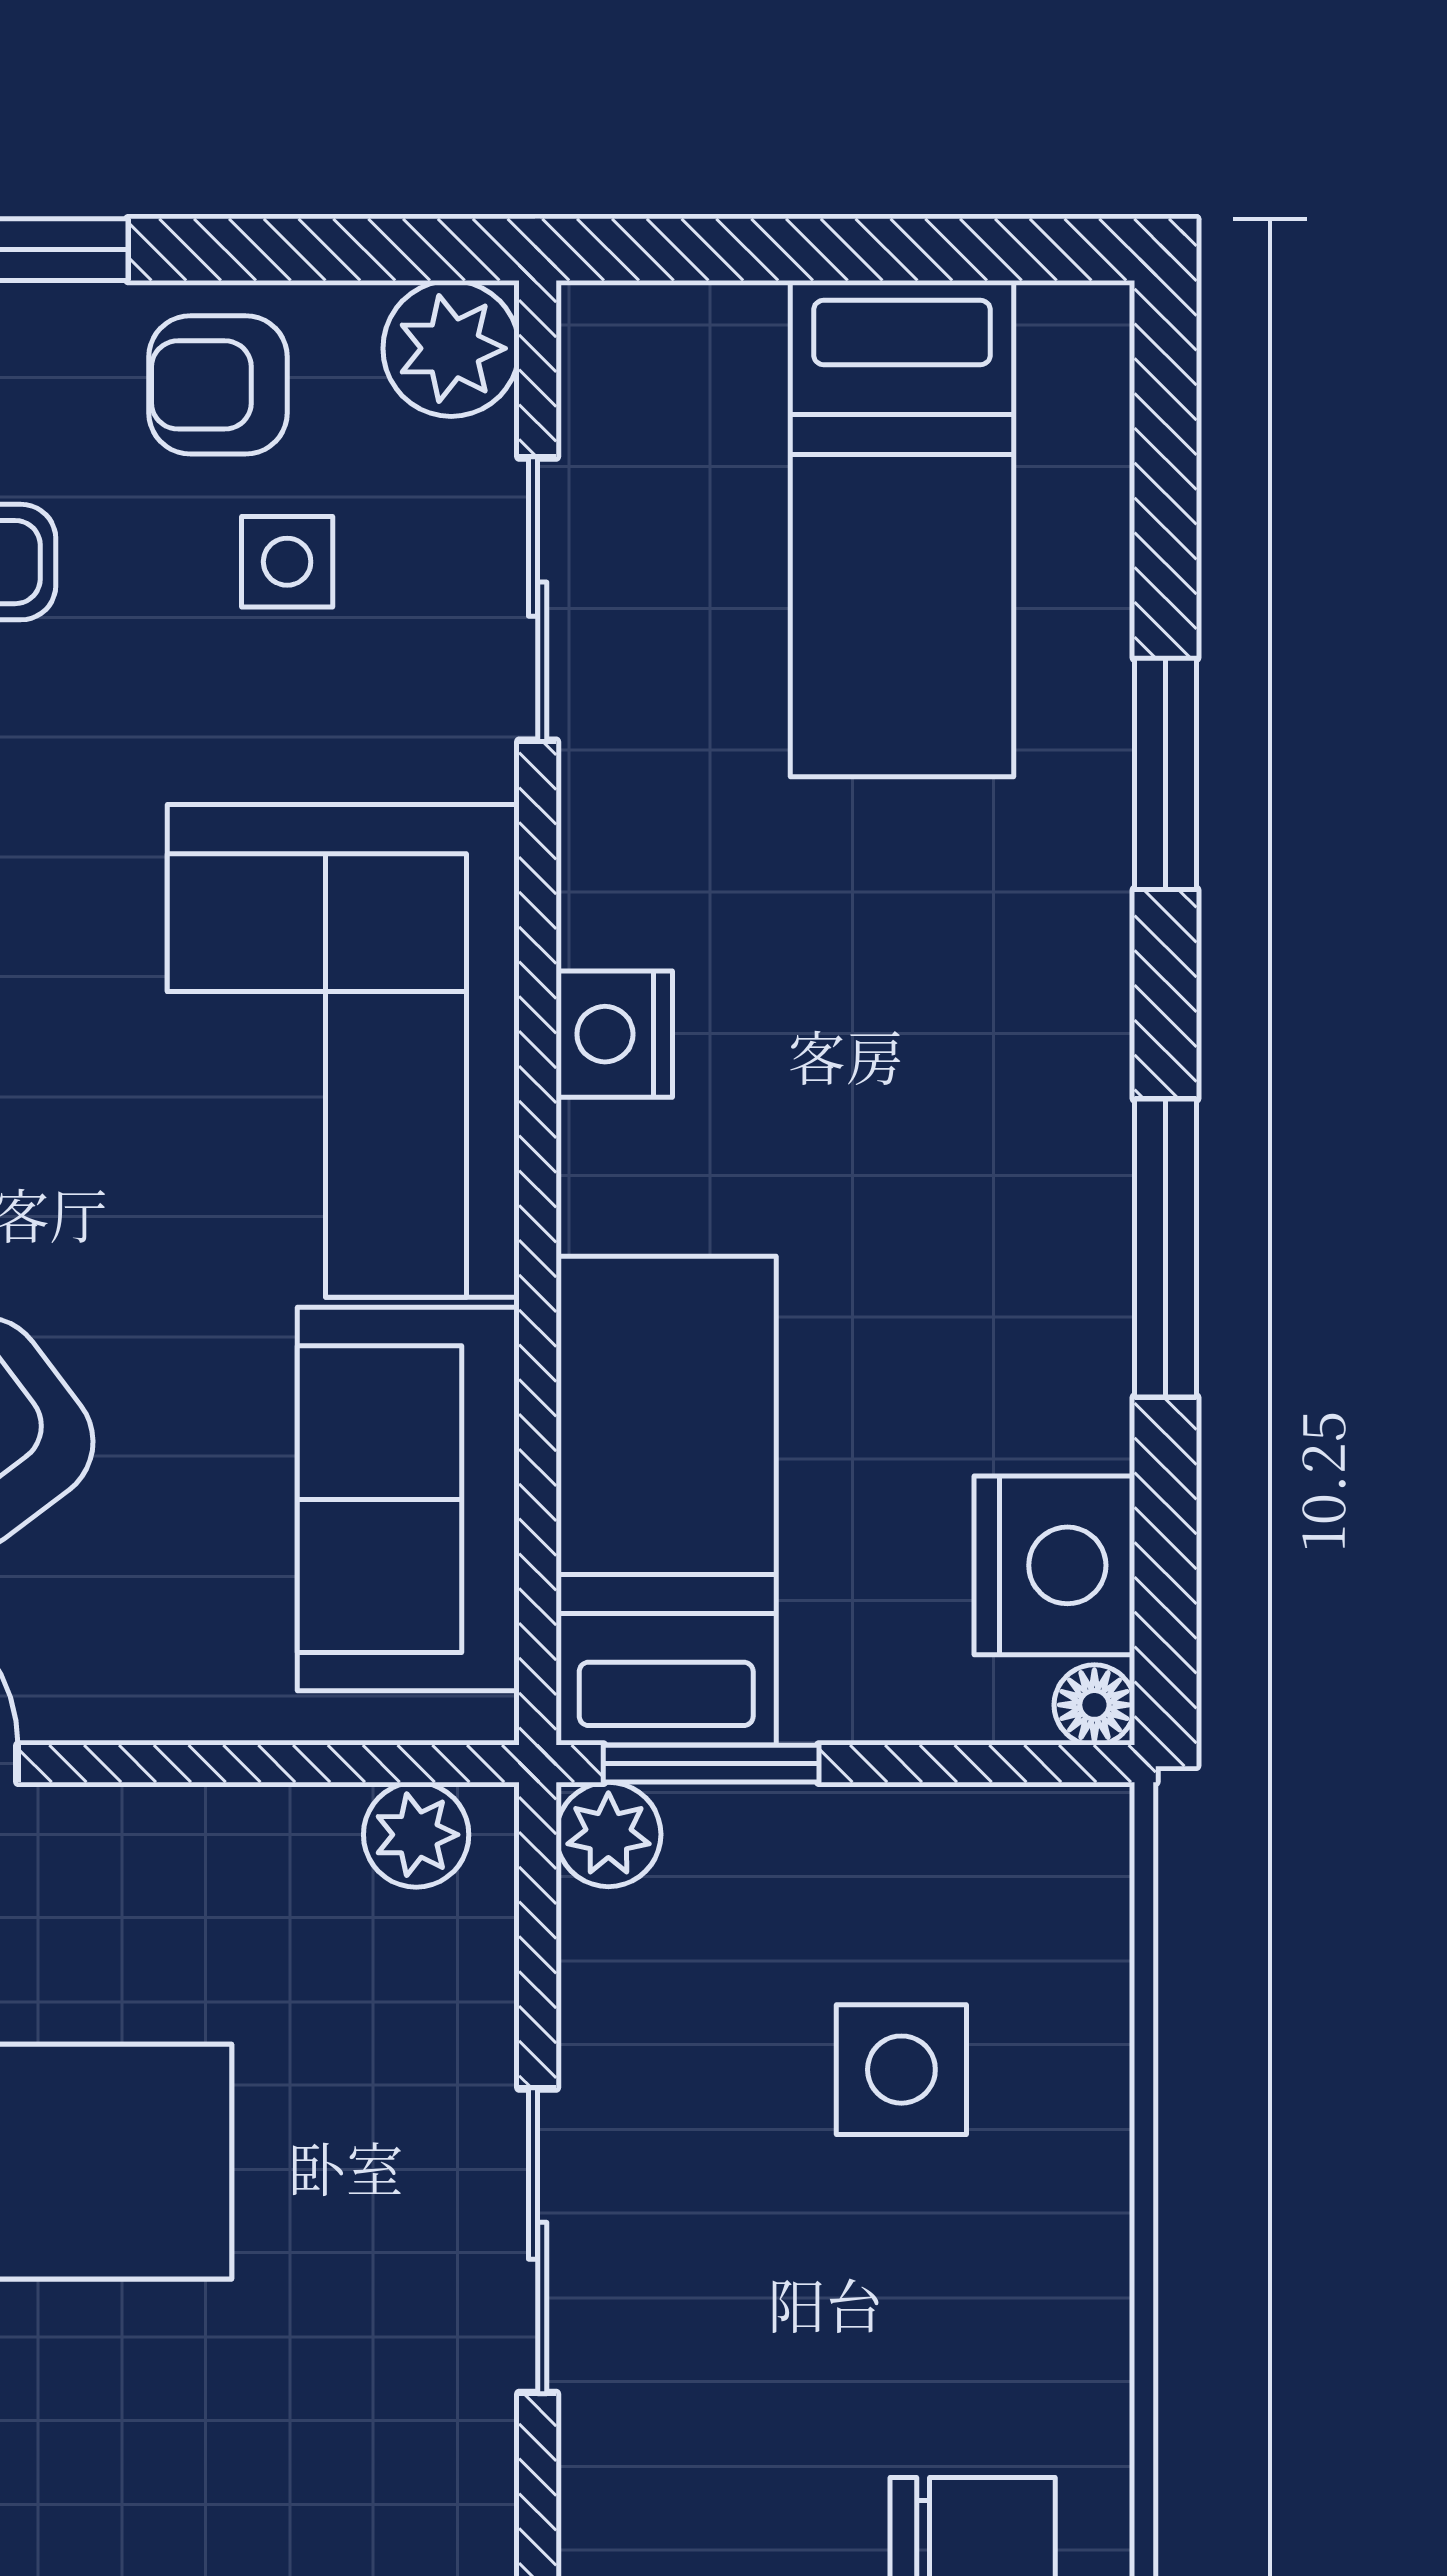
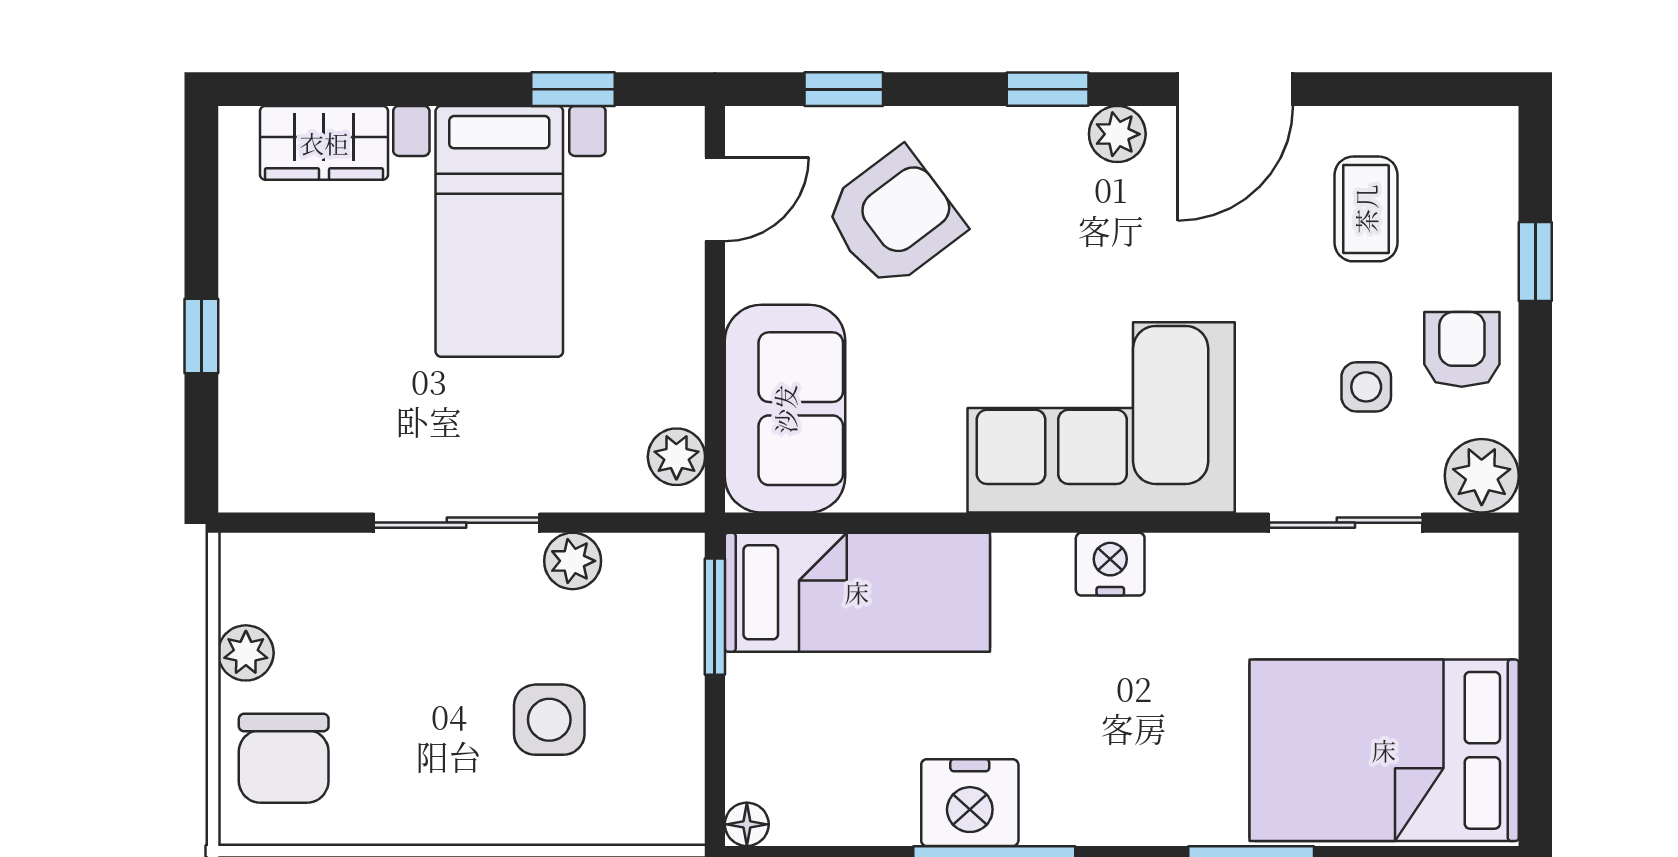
bed: (902, 529) -> (1384, 750), width x1.50
sofa: (408, 1499) -> (785, 409), moved, turned 90
nightstand: (1054, 1565) -> (970, 803), moved
plant: (608, 1834) -> (573, 561), moved

